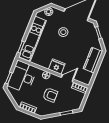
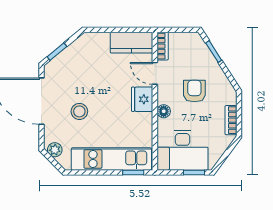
kitchen counter: (93, 60) -> (131, 43), moved

